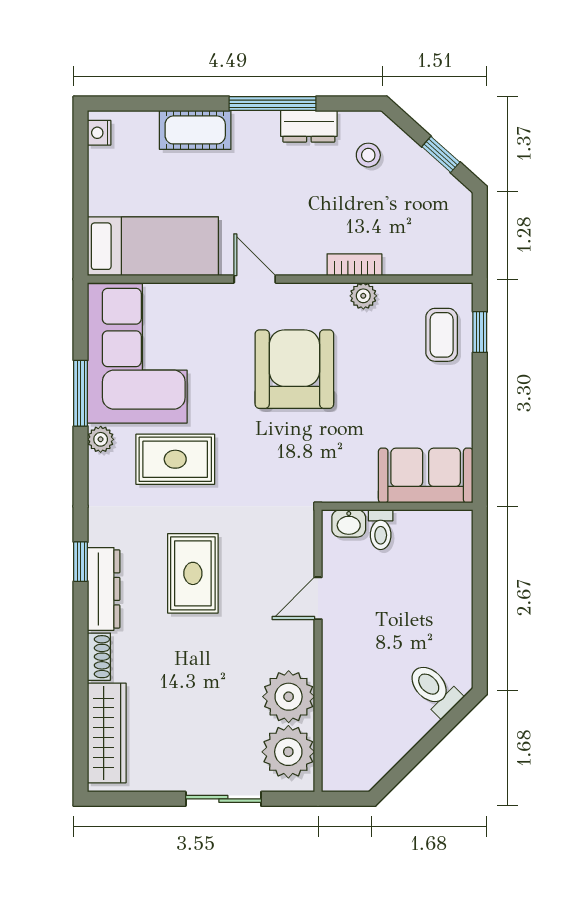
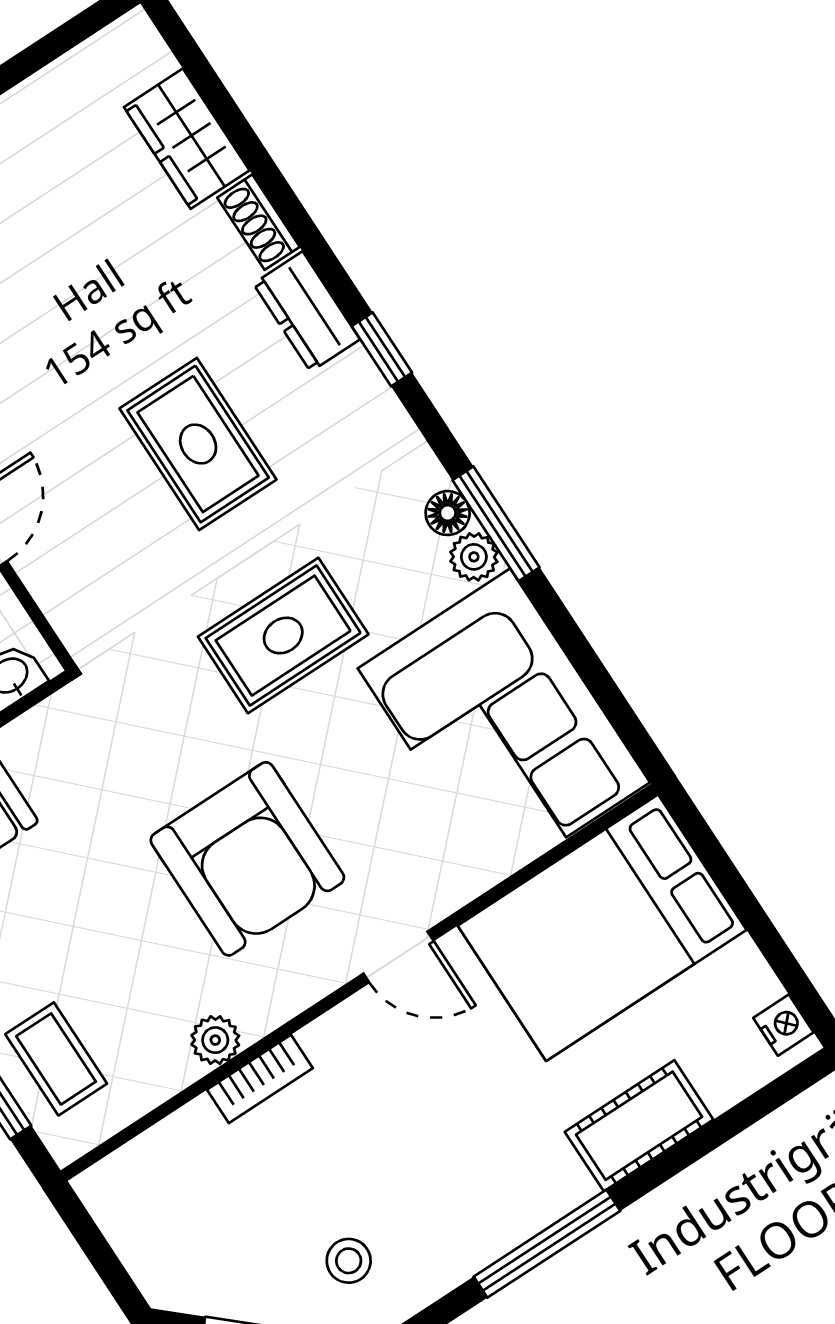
dresser: (309, 126) -> (469, 1245), removed
bed: (153, 246) -> (602, 928), width x1.50
window: (81, 393) -> (496, 524), moved
rug: (175, 459) -> (283, 636), moved
floor lamp: (99, 467) -> (448, 513), added
dresser: (104, 589) -> (307, 311), width x0.70
wardrobe: (107, 733) -> (187, 139), width x0.67

